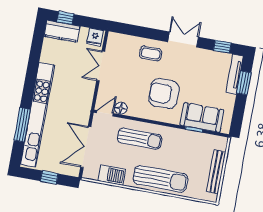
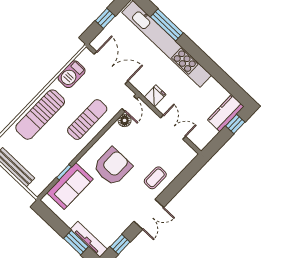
fridge: (95, 37) -> (155, 96), moved, turned 90
sun lounger: (140, 139) -> (87, 120), turned 180

